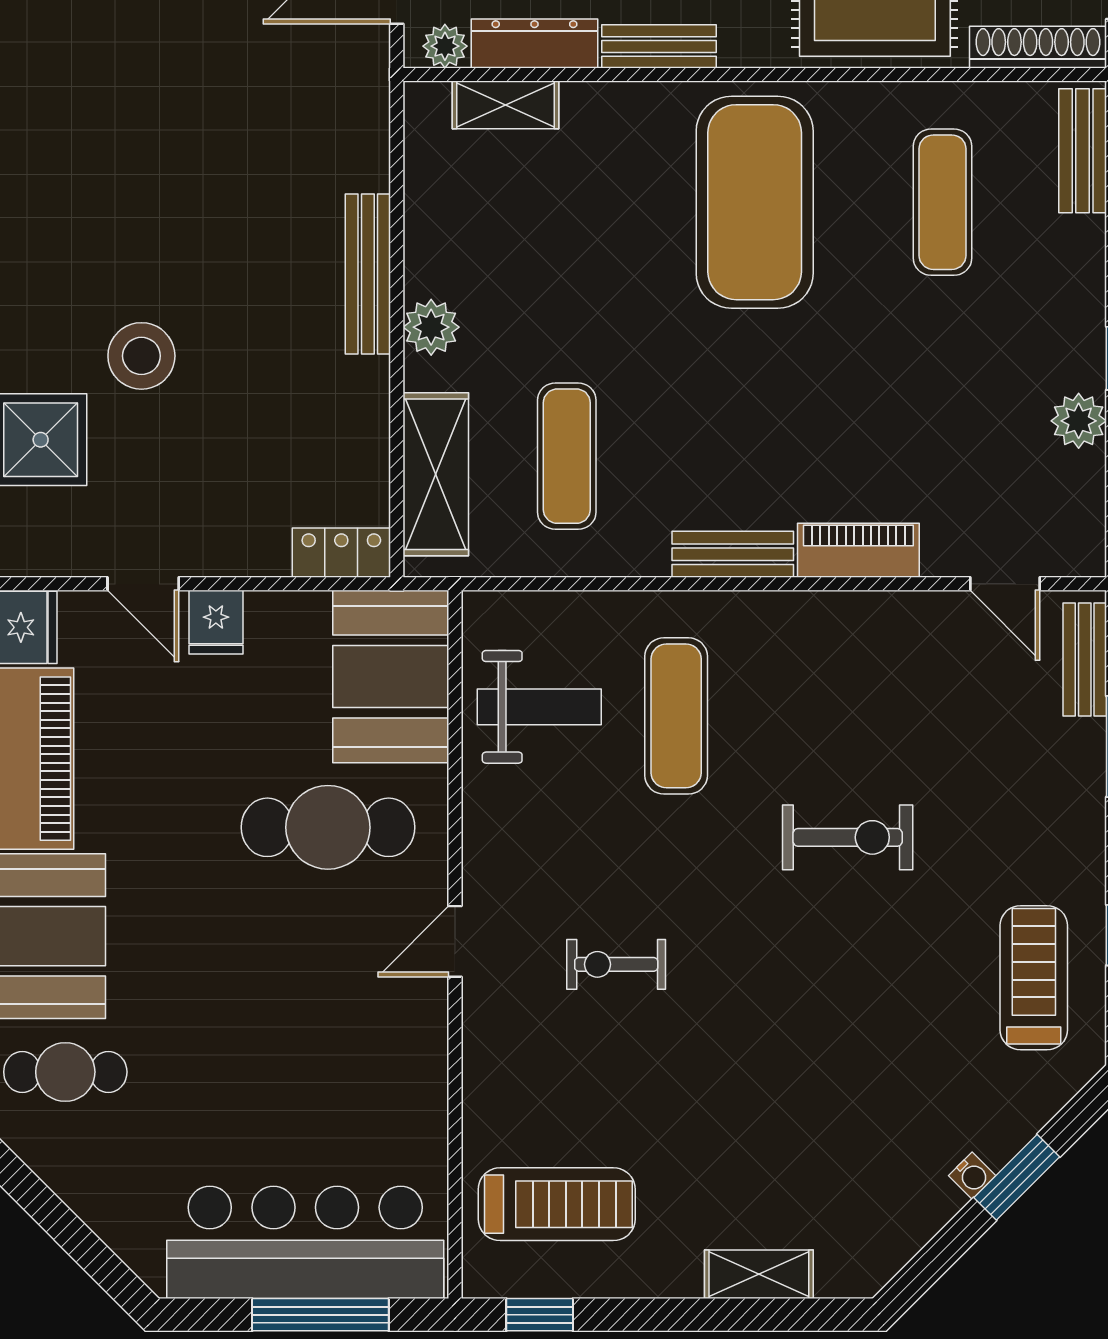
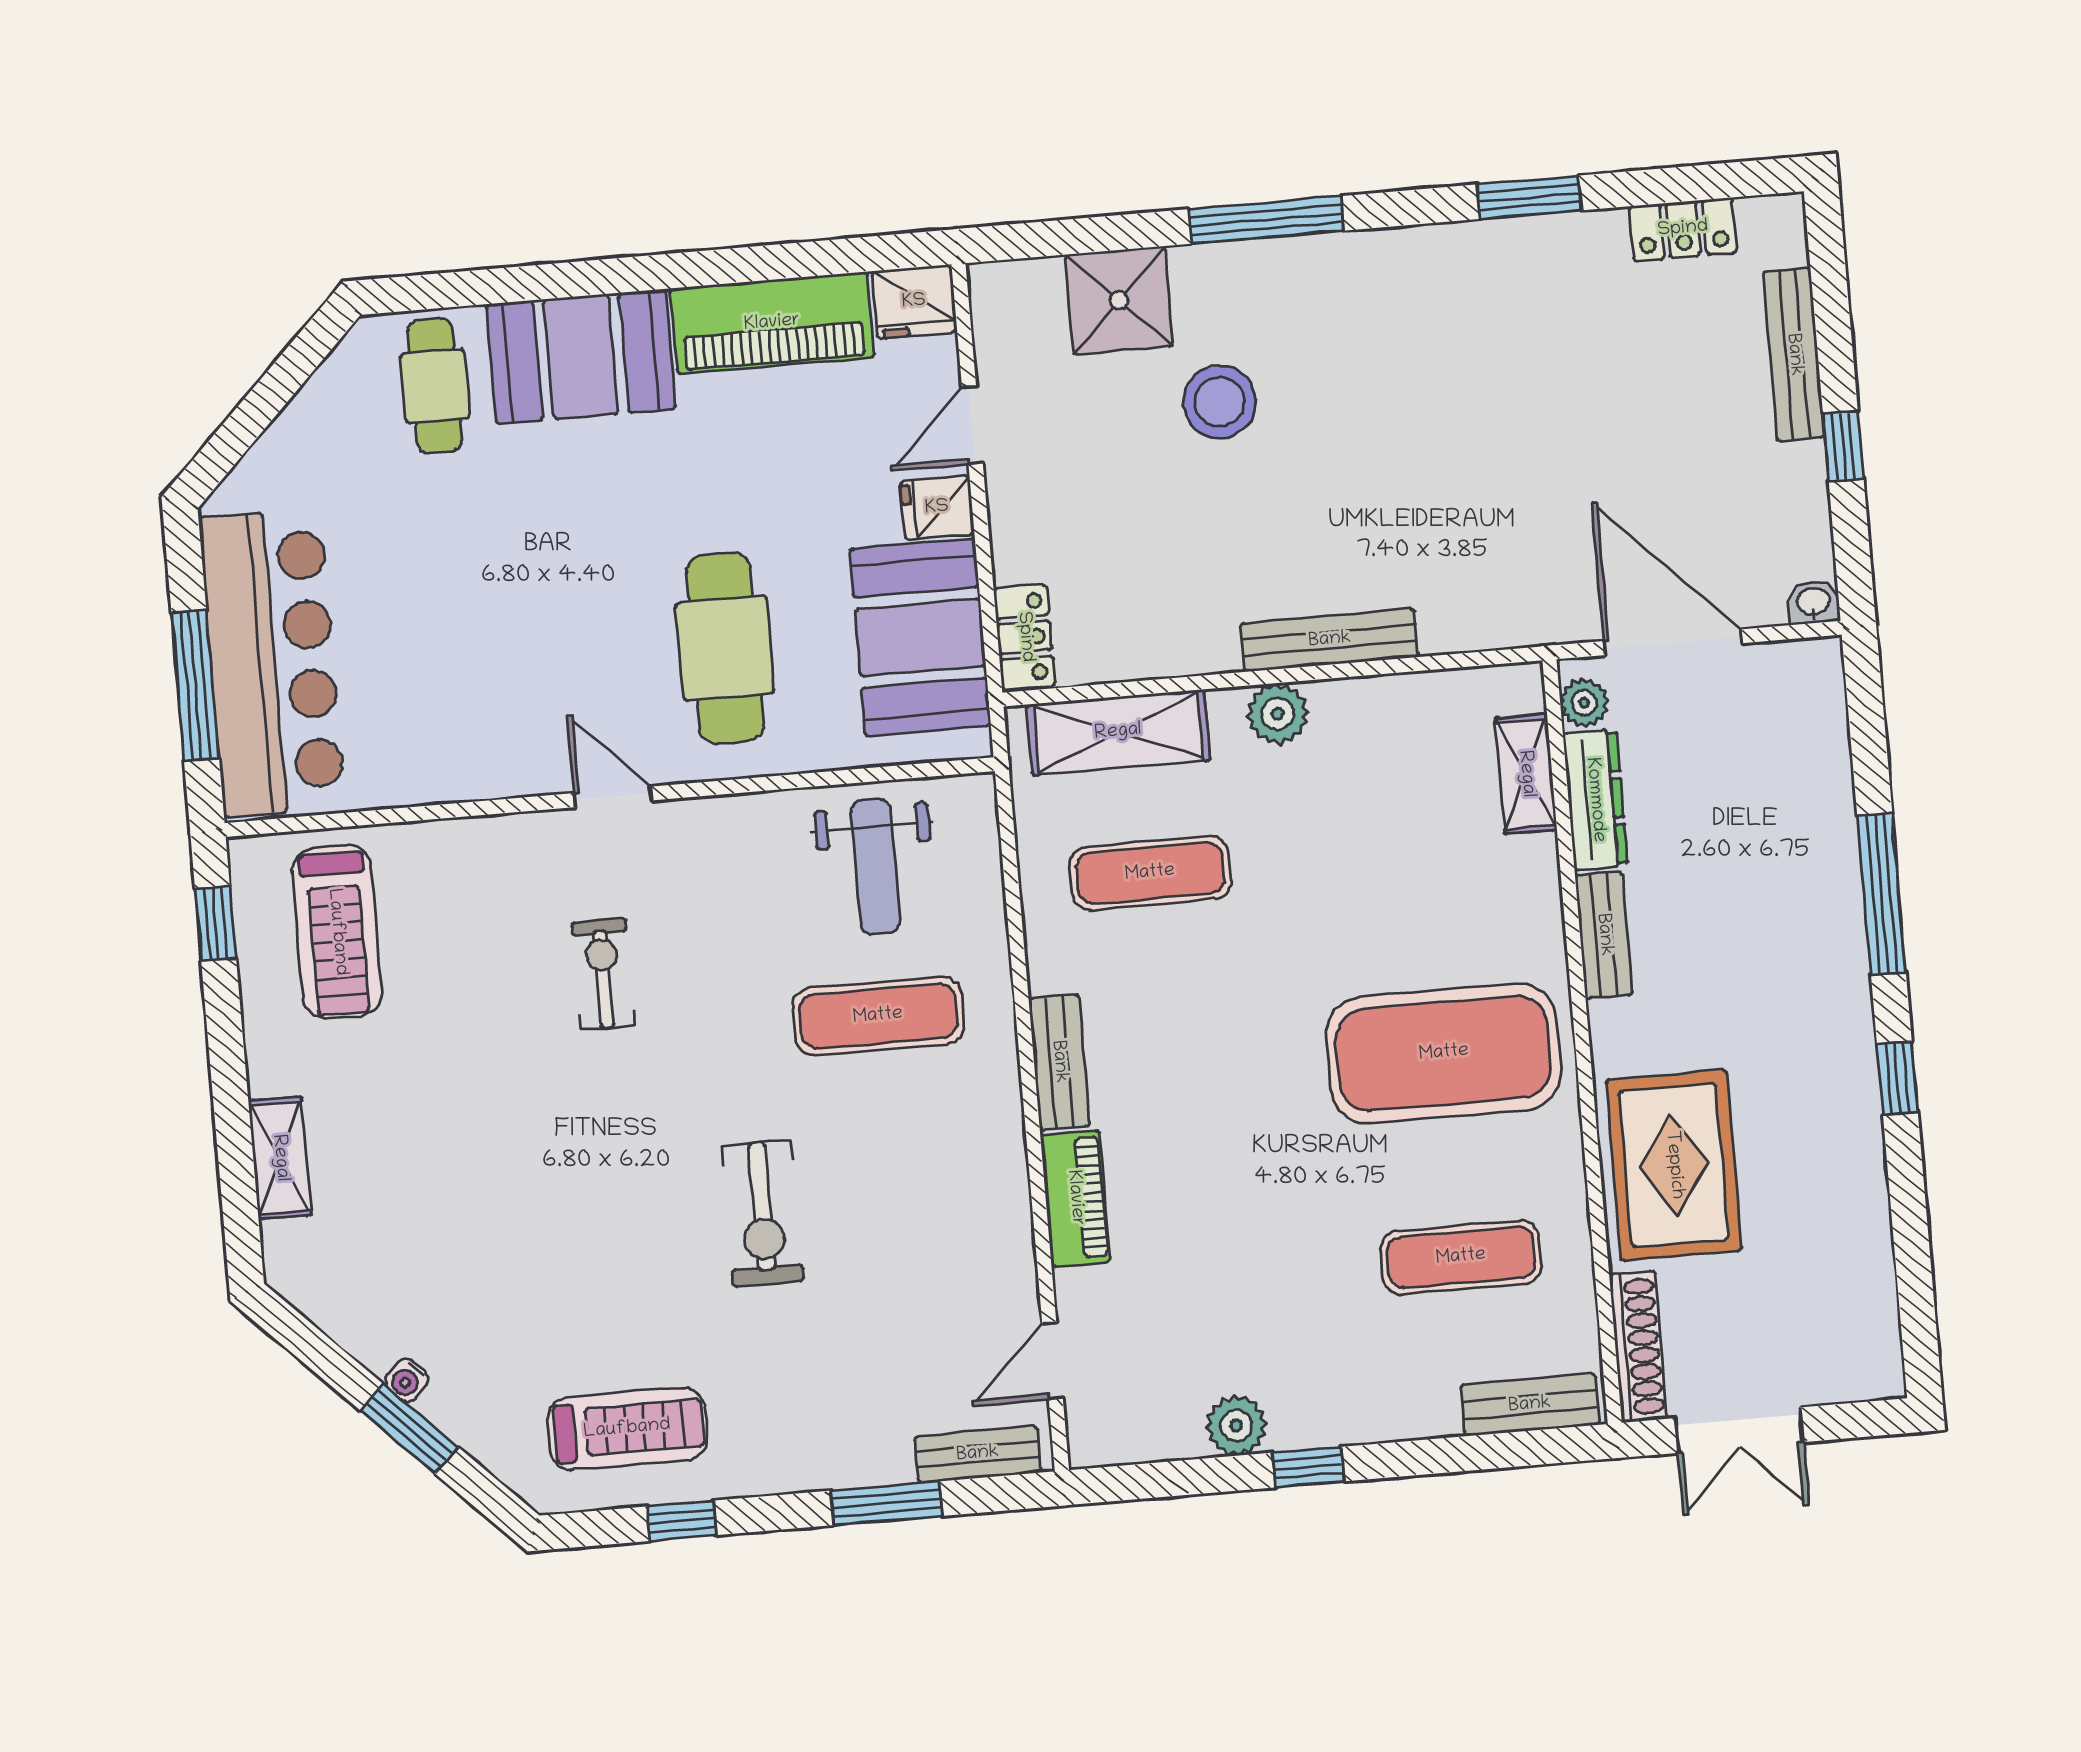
booth: (391, 676) -> (920, 637), moved, turned 90

